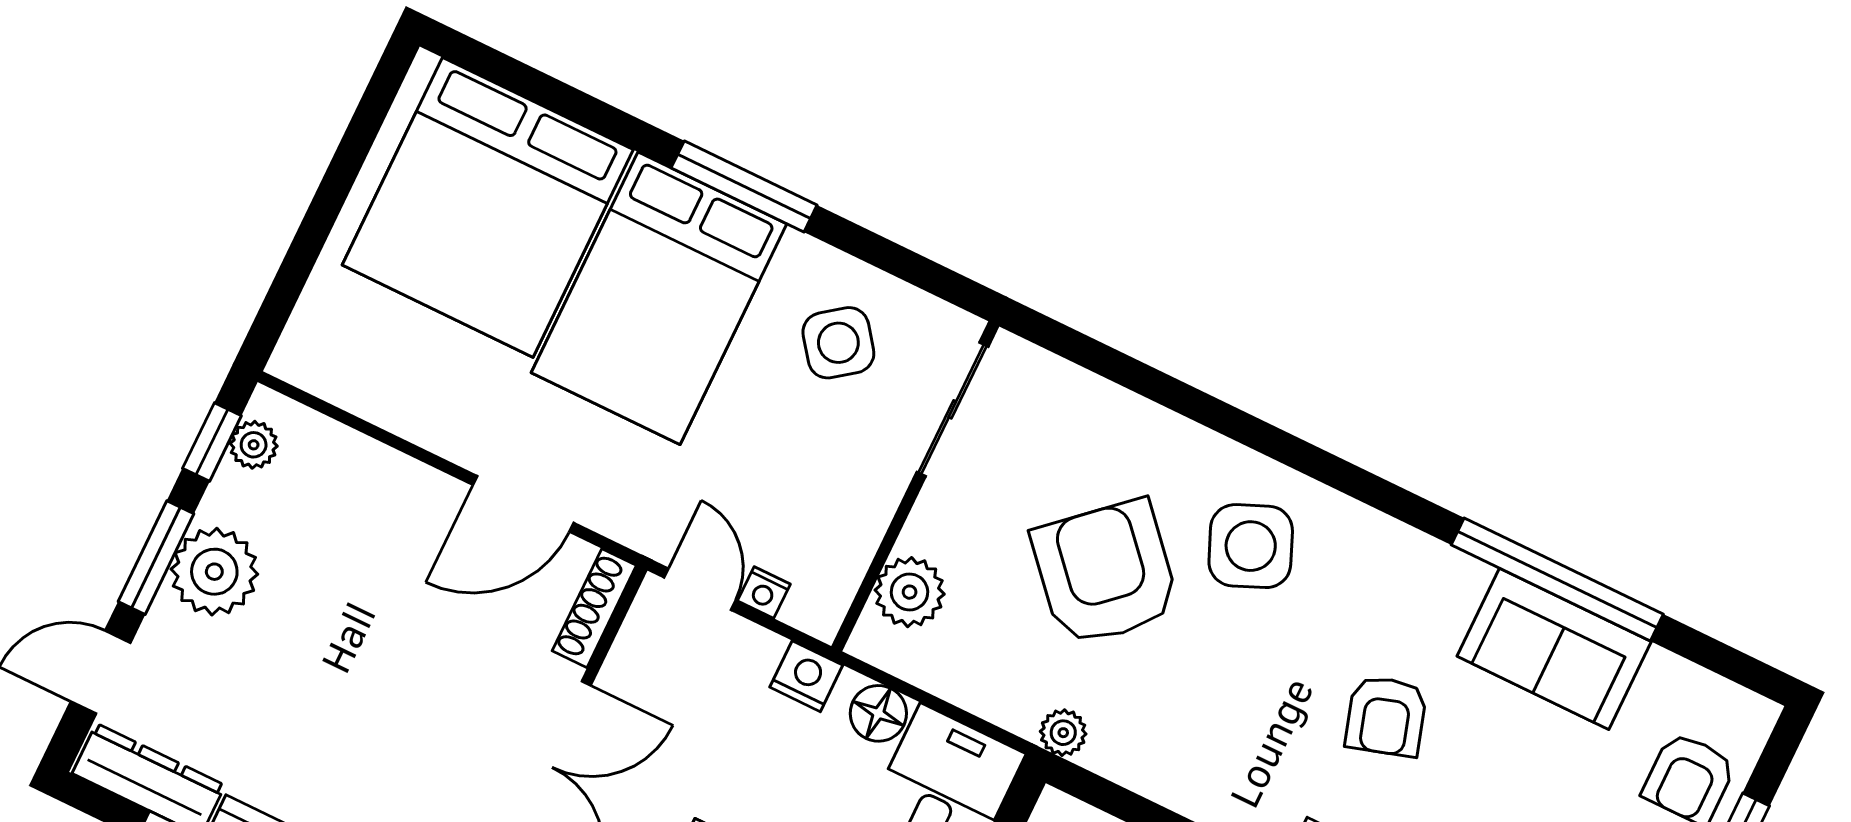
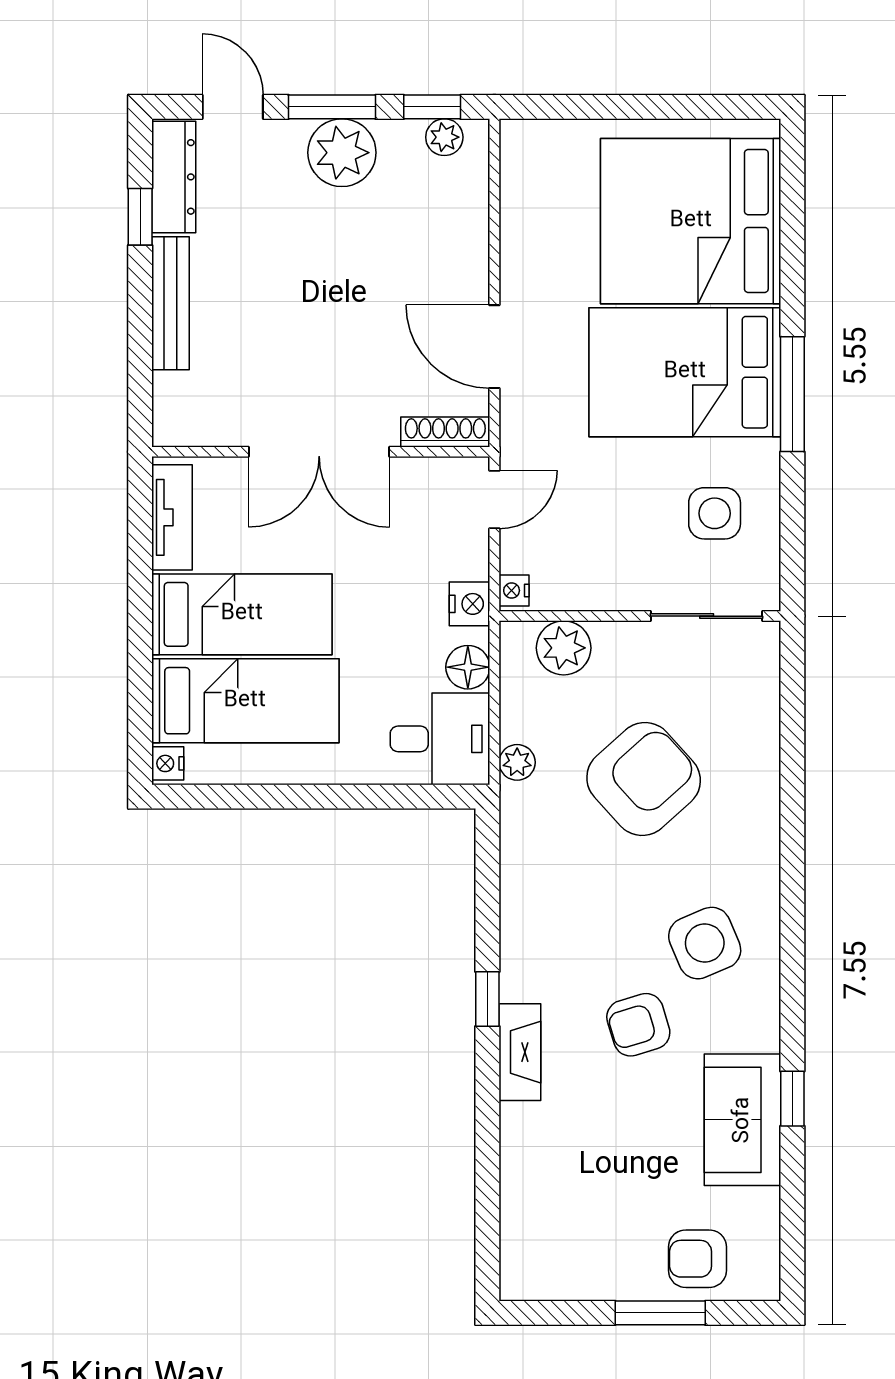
side table: (838, 343) -> (715, 513), turned 37
side table: (1251, 546) -> (705, 943), moved
window: (1557, 580) -> (792, 1099), width x0.32
nightstand: (764, 592) -> (514, 590), moved
plant: (1063, 733) -> (517, 762), moved

